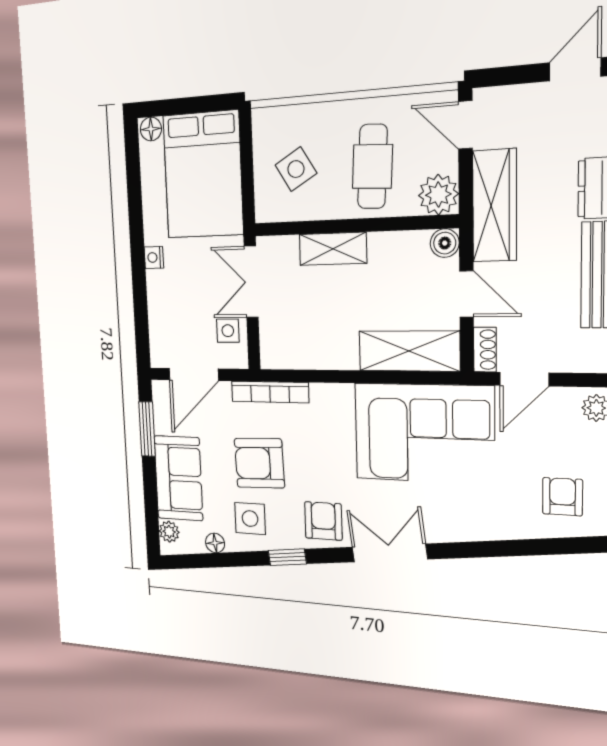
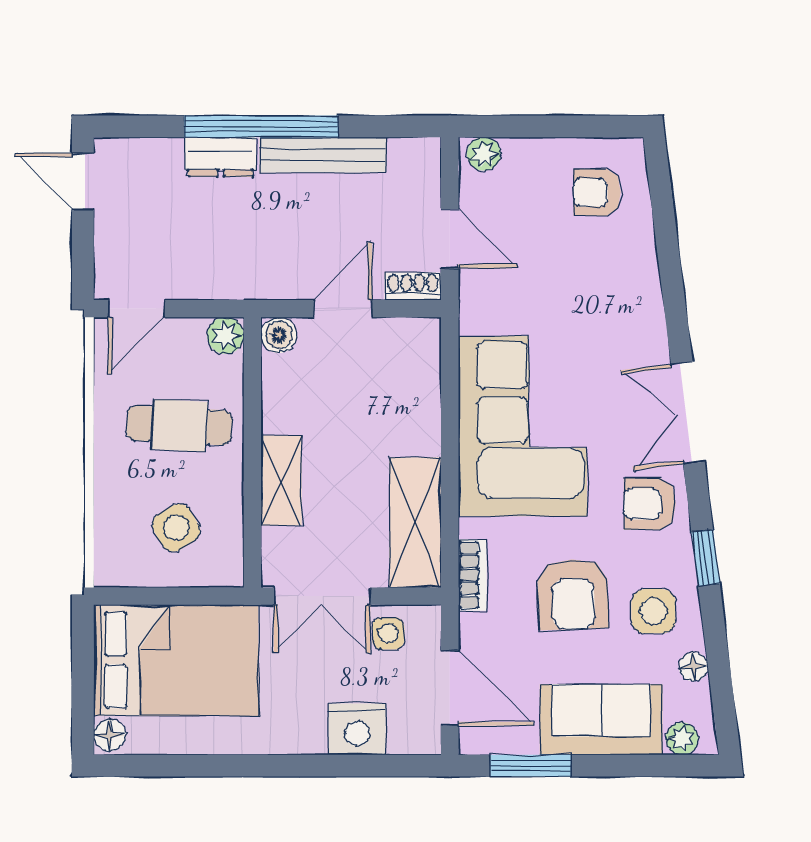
plant: (438, 195) -> (226, 336), width x0.73, depth x0.73
wardrobe: (495, 206) -> (235, 274), removed
nightstand: (154, 257) -> (357, 729), moved, width x1.89, depth x1.79
shelving: (409, 351) -> (415, 522), moved
bookcase: (270, 392) -> (473, 575), width x0.64
corner sofa: (424, 433) -> (523, 426), moved

